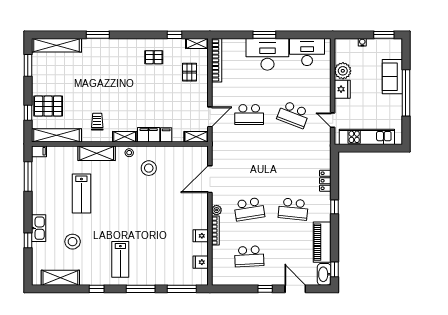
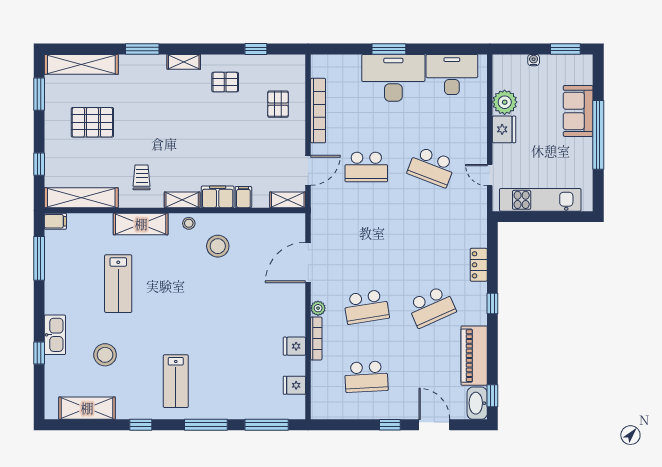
shelving: (197, 44) -> (184, 62), moved
bookcase: (217, 60) -> (318, 111), moved
pallet: (48, 106) -> (92, 122), moved
school desk: (293, 209) -> (432, 307), turned -30

